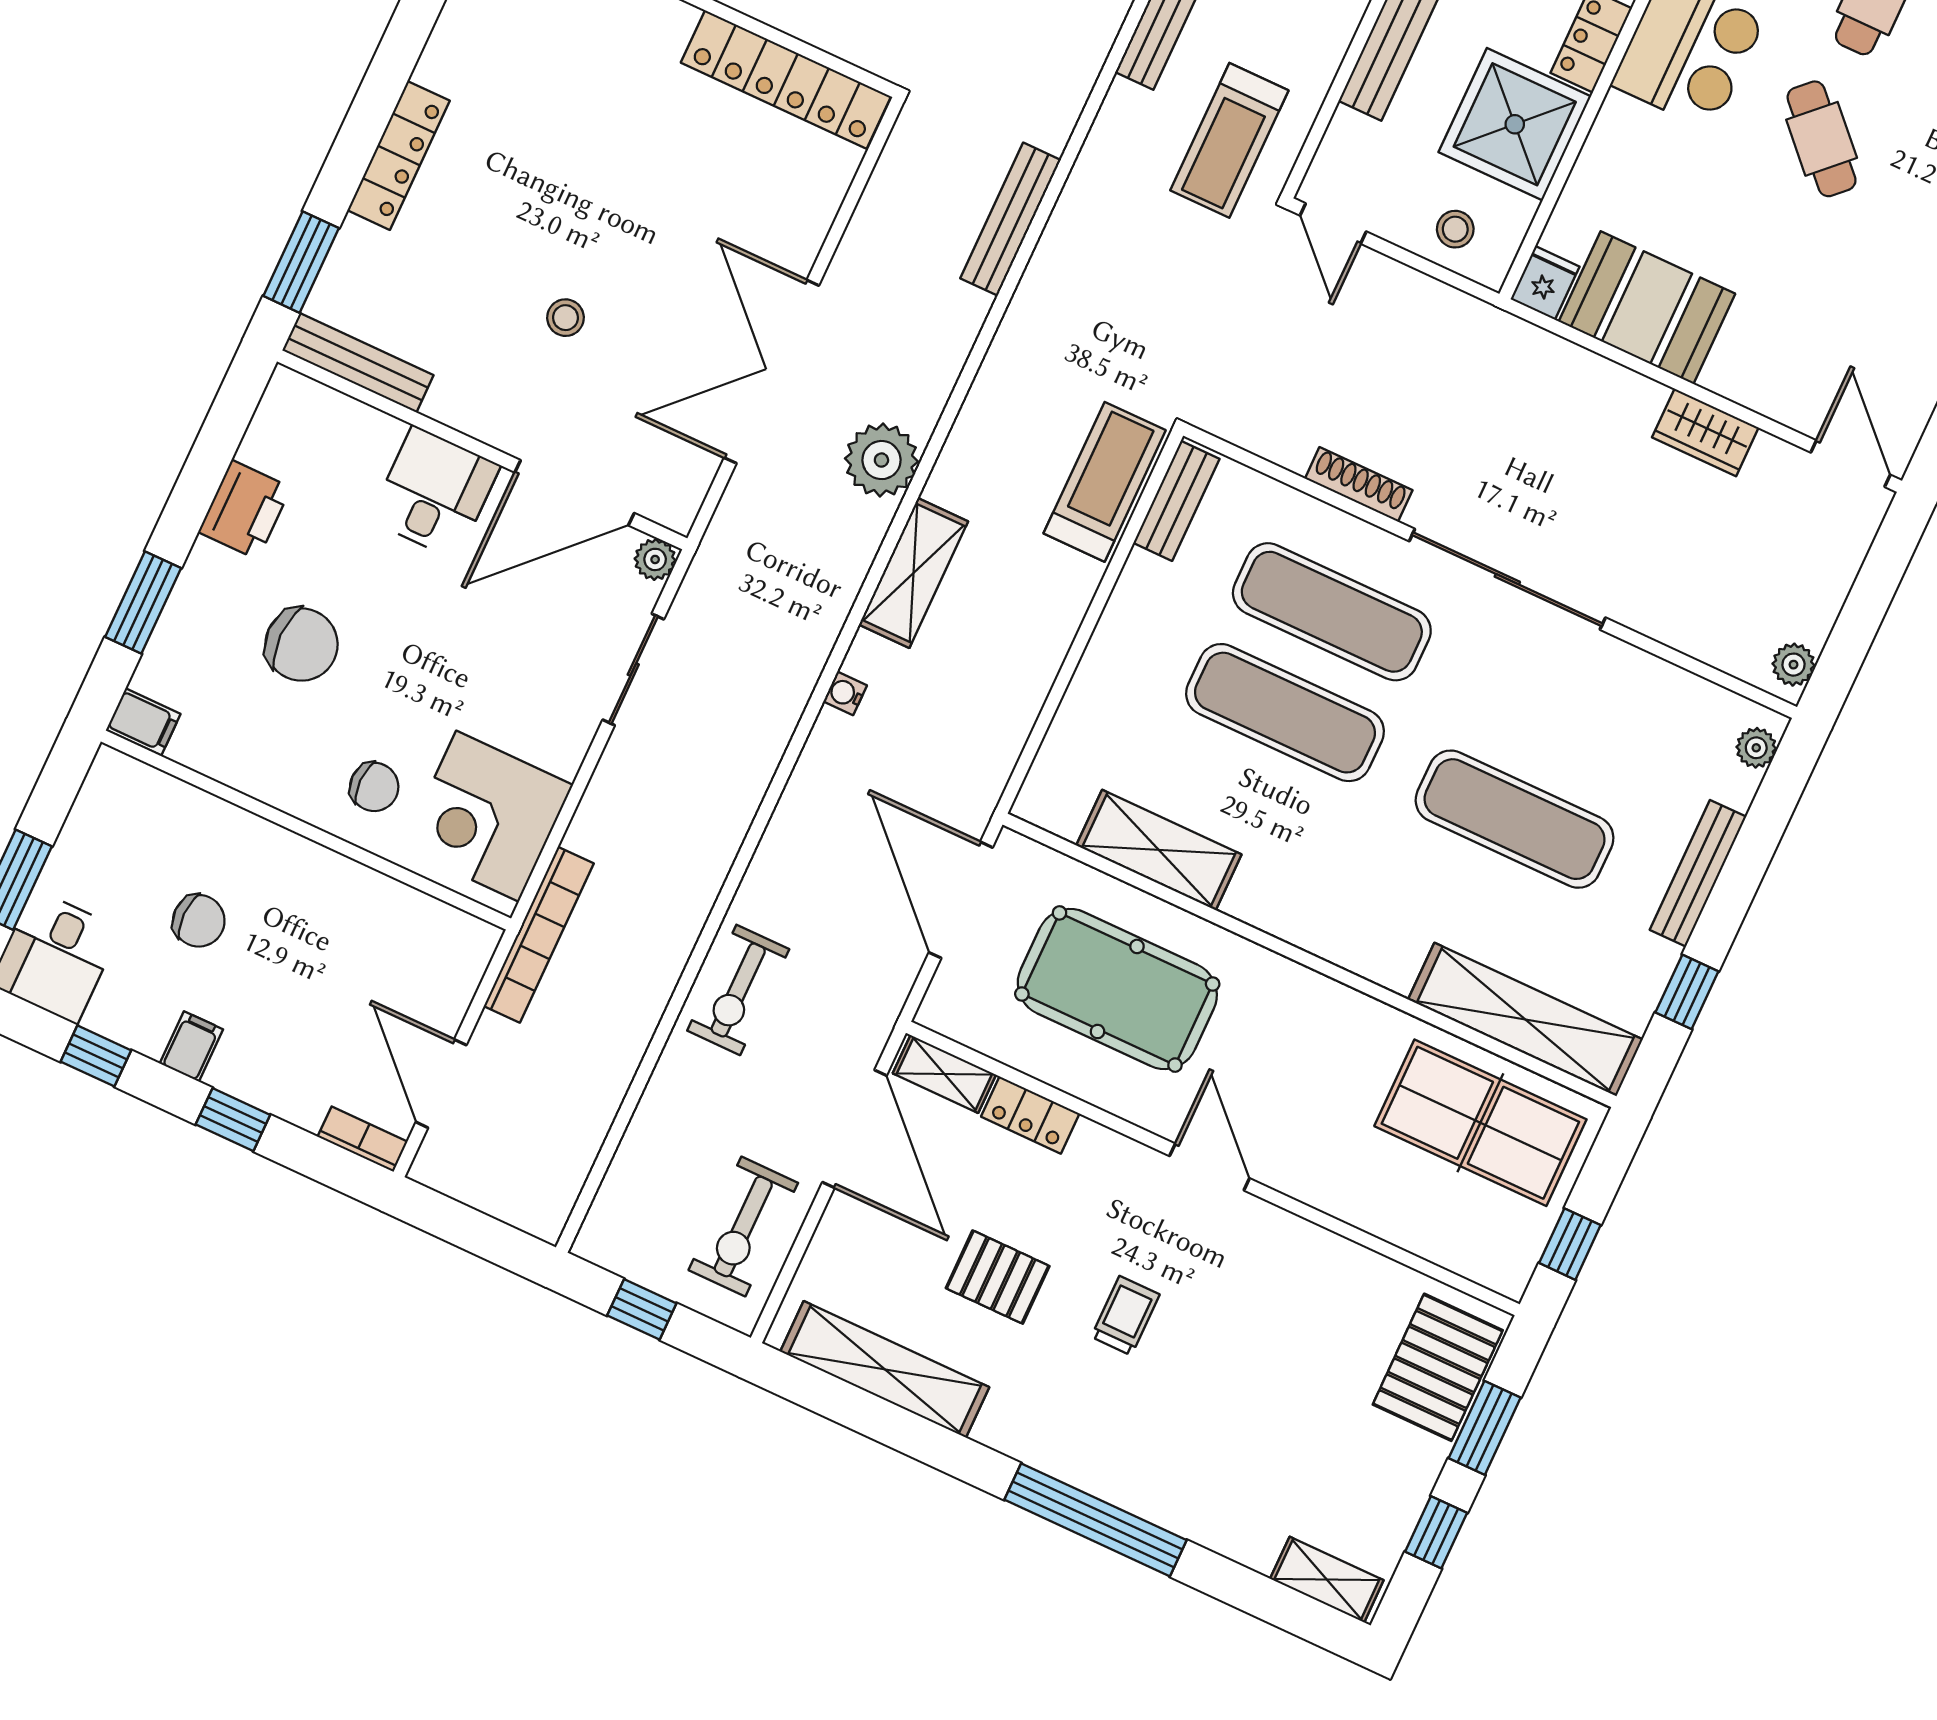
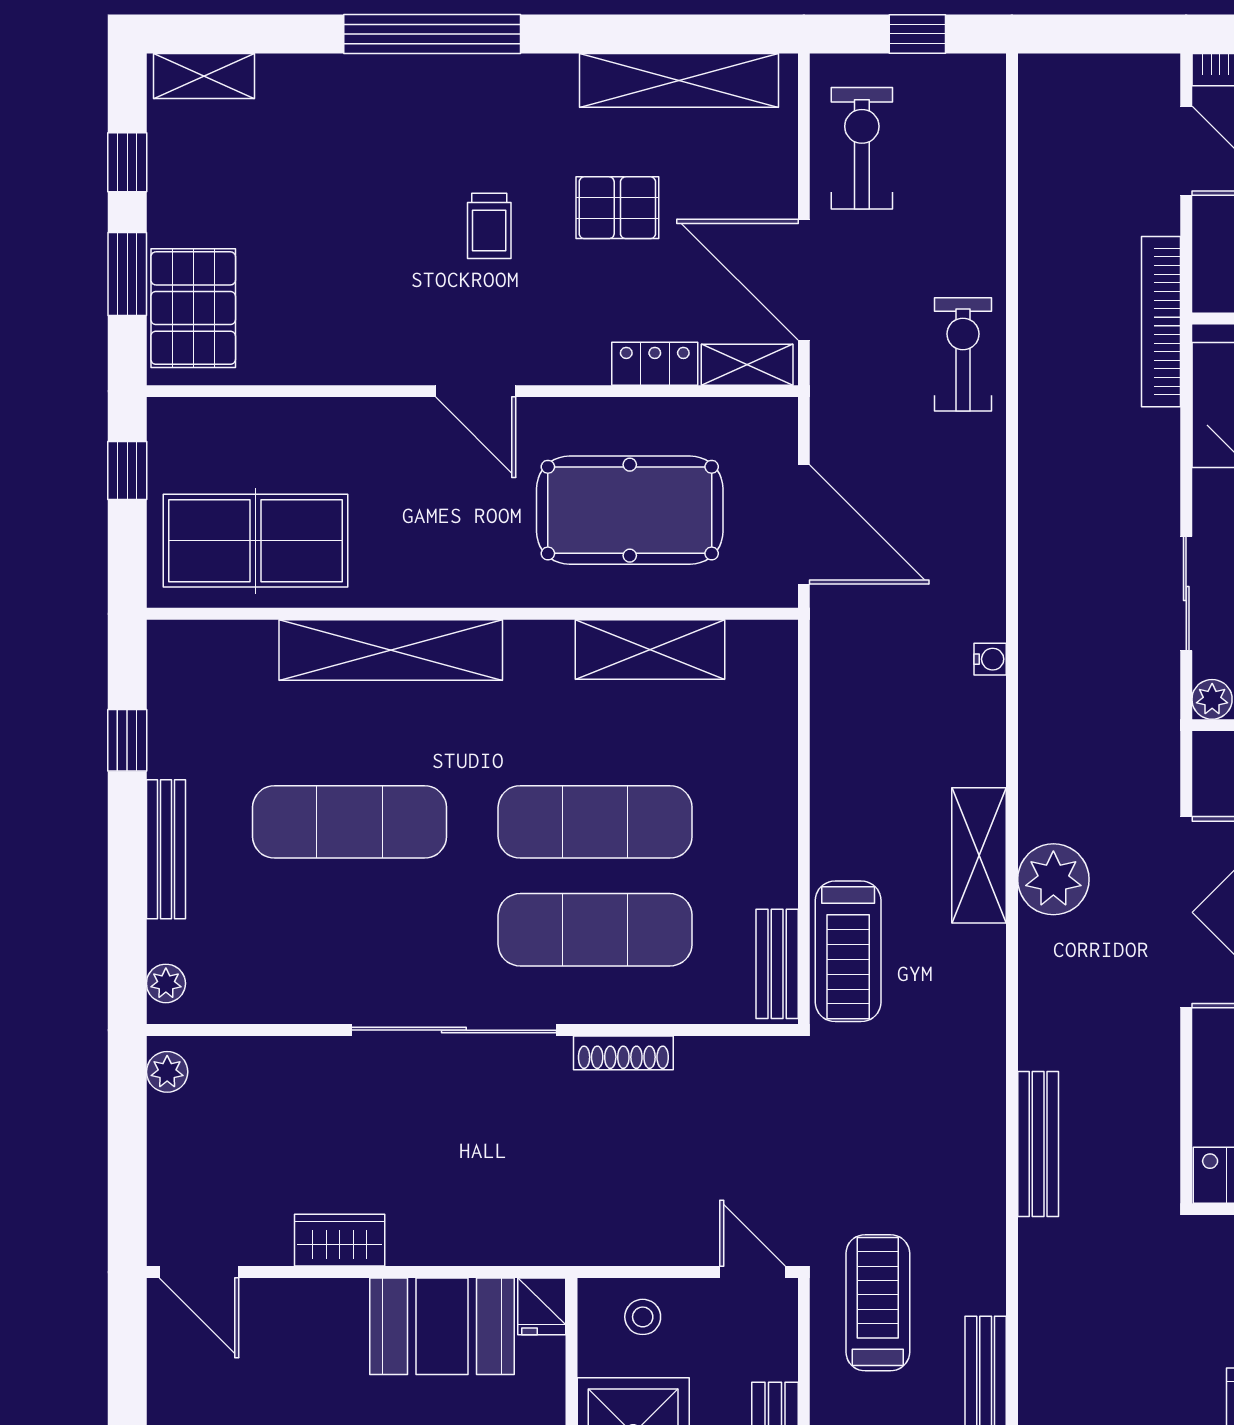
shelving: (913, 573) -> (979, 855), moved
shelving: (1525, 1019) -> (391, 650), moved

